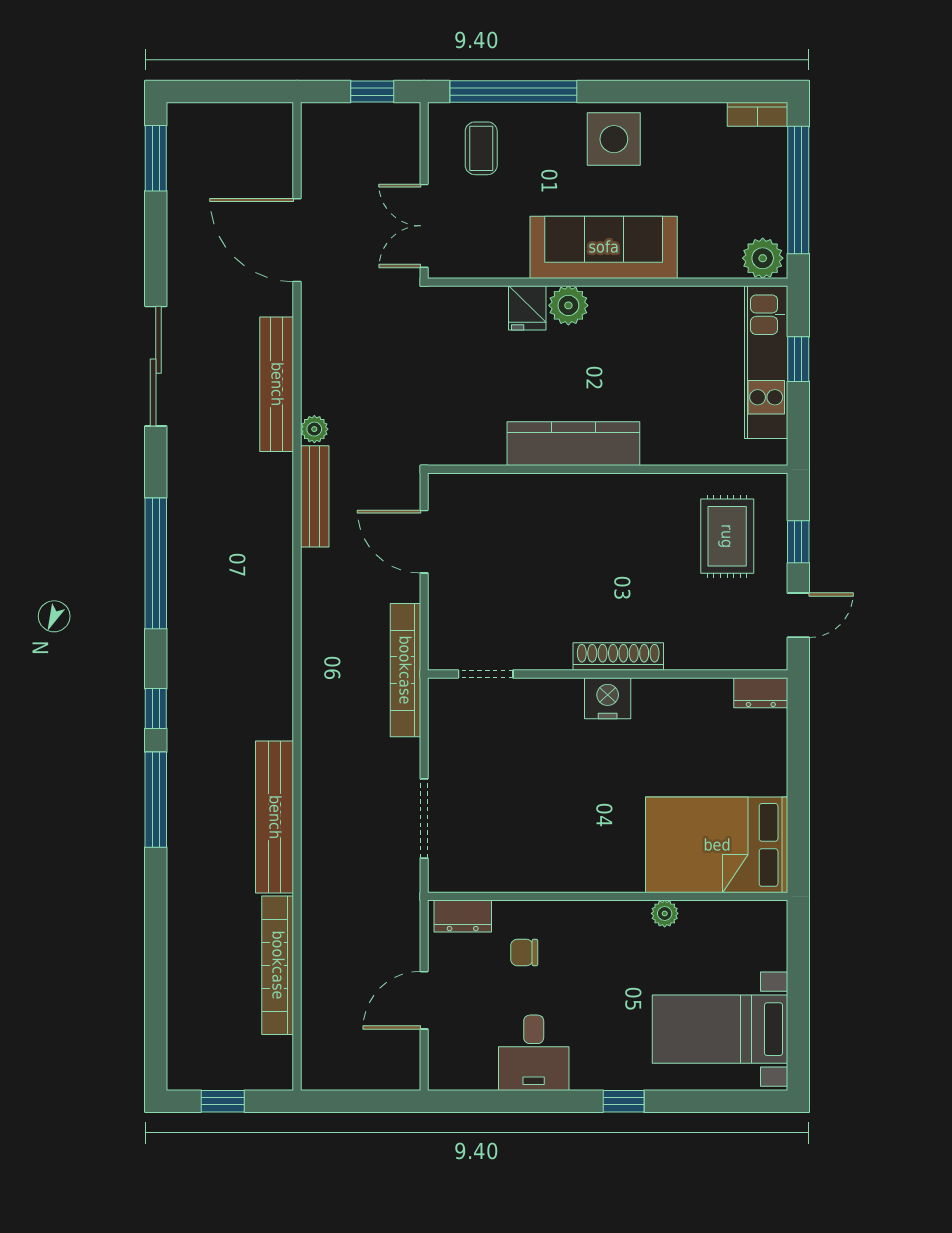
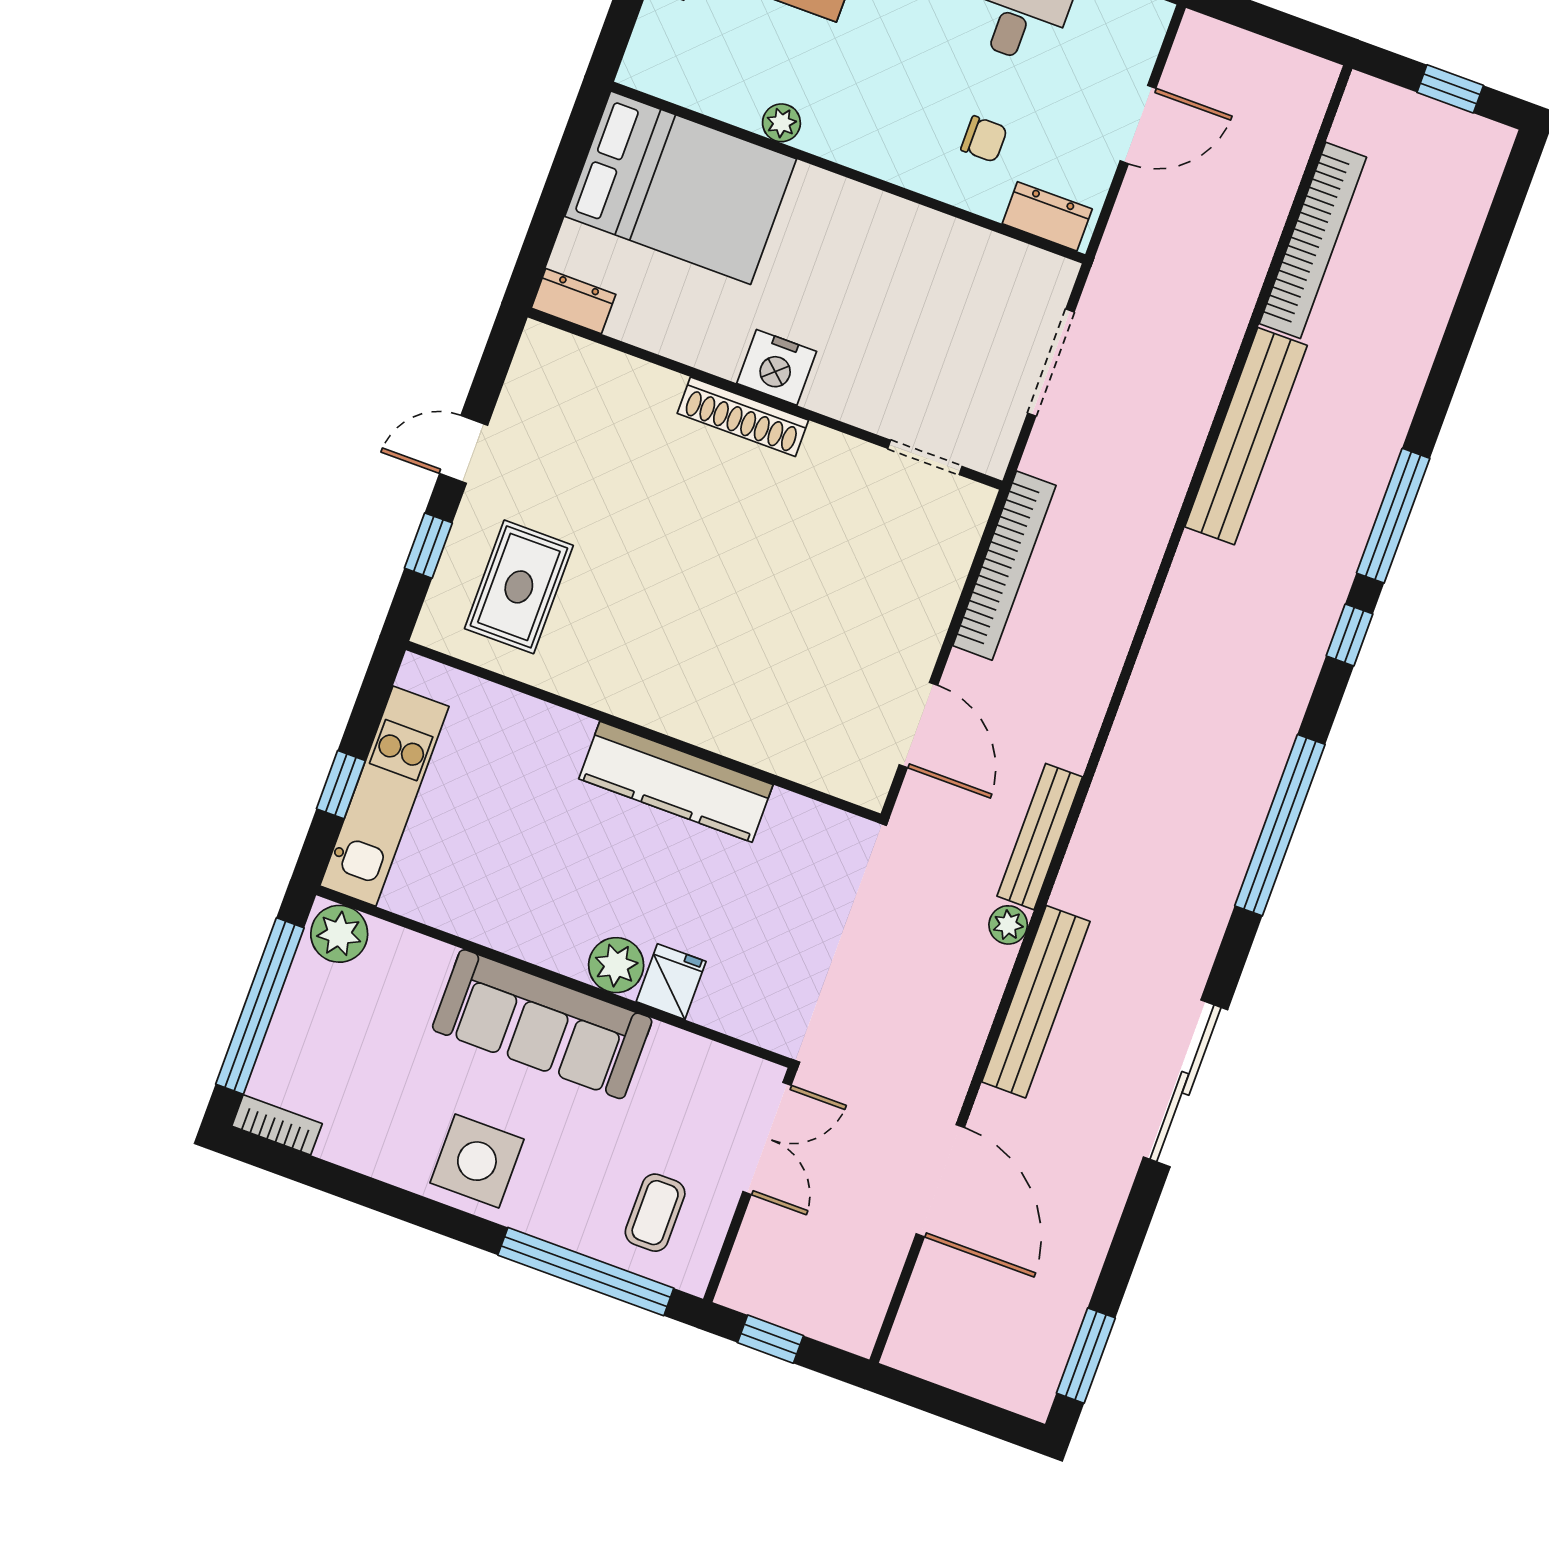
shoe rack: (618, 657) -> (743, 417), moved
doorway: (486, 674) -> (925, 457), moved
wall: (608, 674) -> (765, 399), moved
dresser: (761, 693) -> (573, 301), moved
nightstand: (608, 698) -> (777, 367), moved

